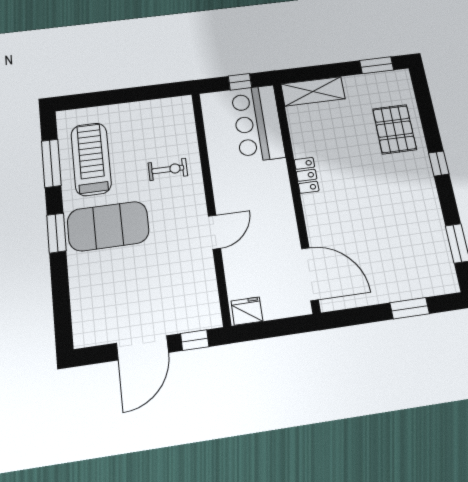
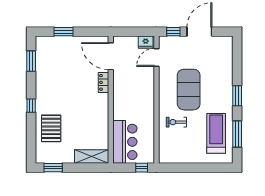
window: (240, 82) -> (142, 168), moved
treadmill: (91, 159) -> (216, 133), turned 180
locker: (306, 175) -> (104, 82), moved
exercise mat: (108, 226) -> (189, 90), moved, turned 90
door: (214, 232) -> (156, 57), moved

